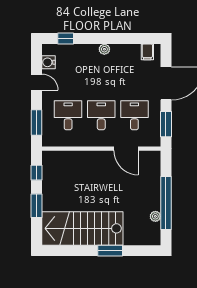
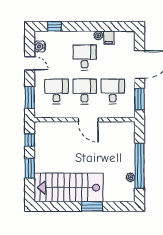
plant: (104, 49) -> (98, 35), moved
filing cabinet: (147, 52) -> (109, 38), moved
desk: (101, 75) -> (85, 57), added
door: (126, 149) -> (88, 120), moved

